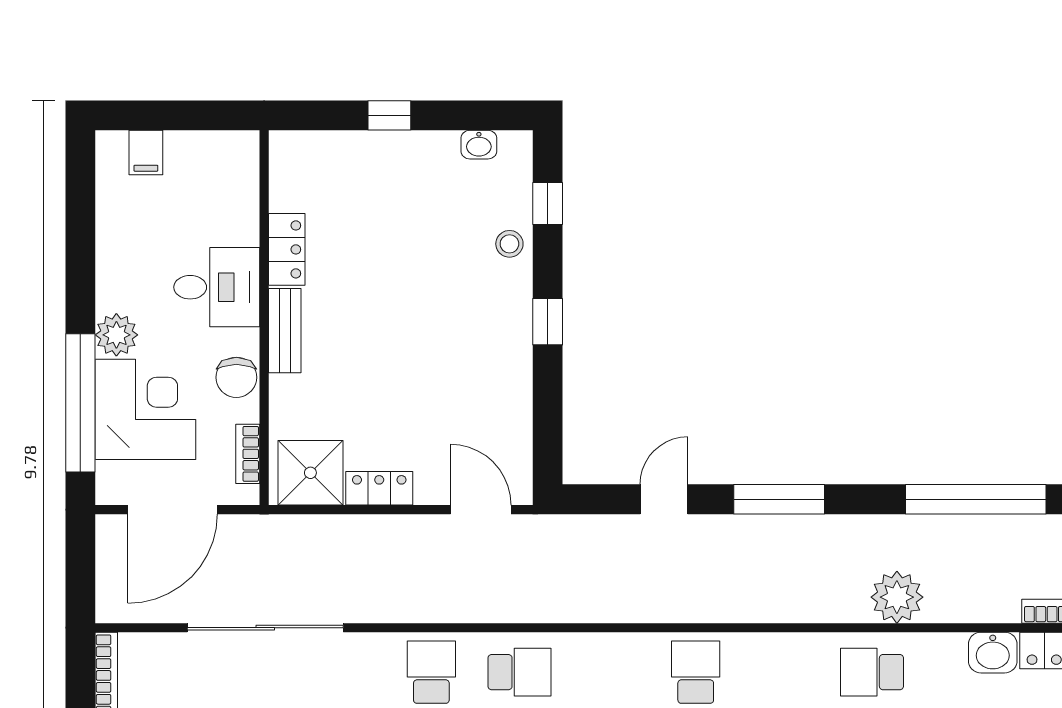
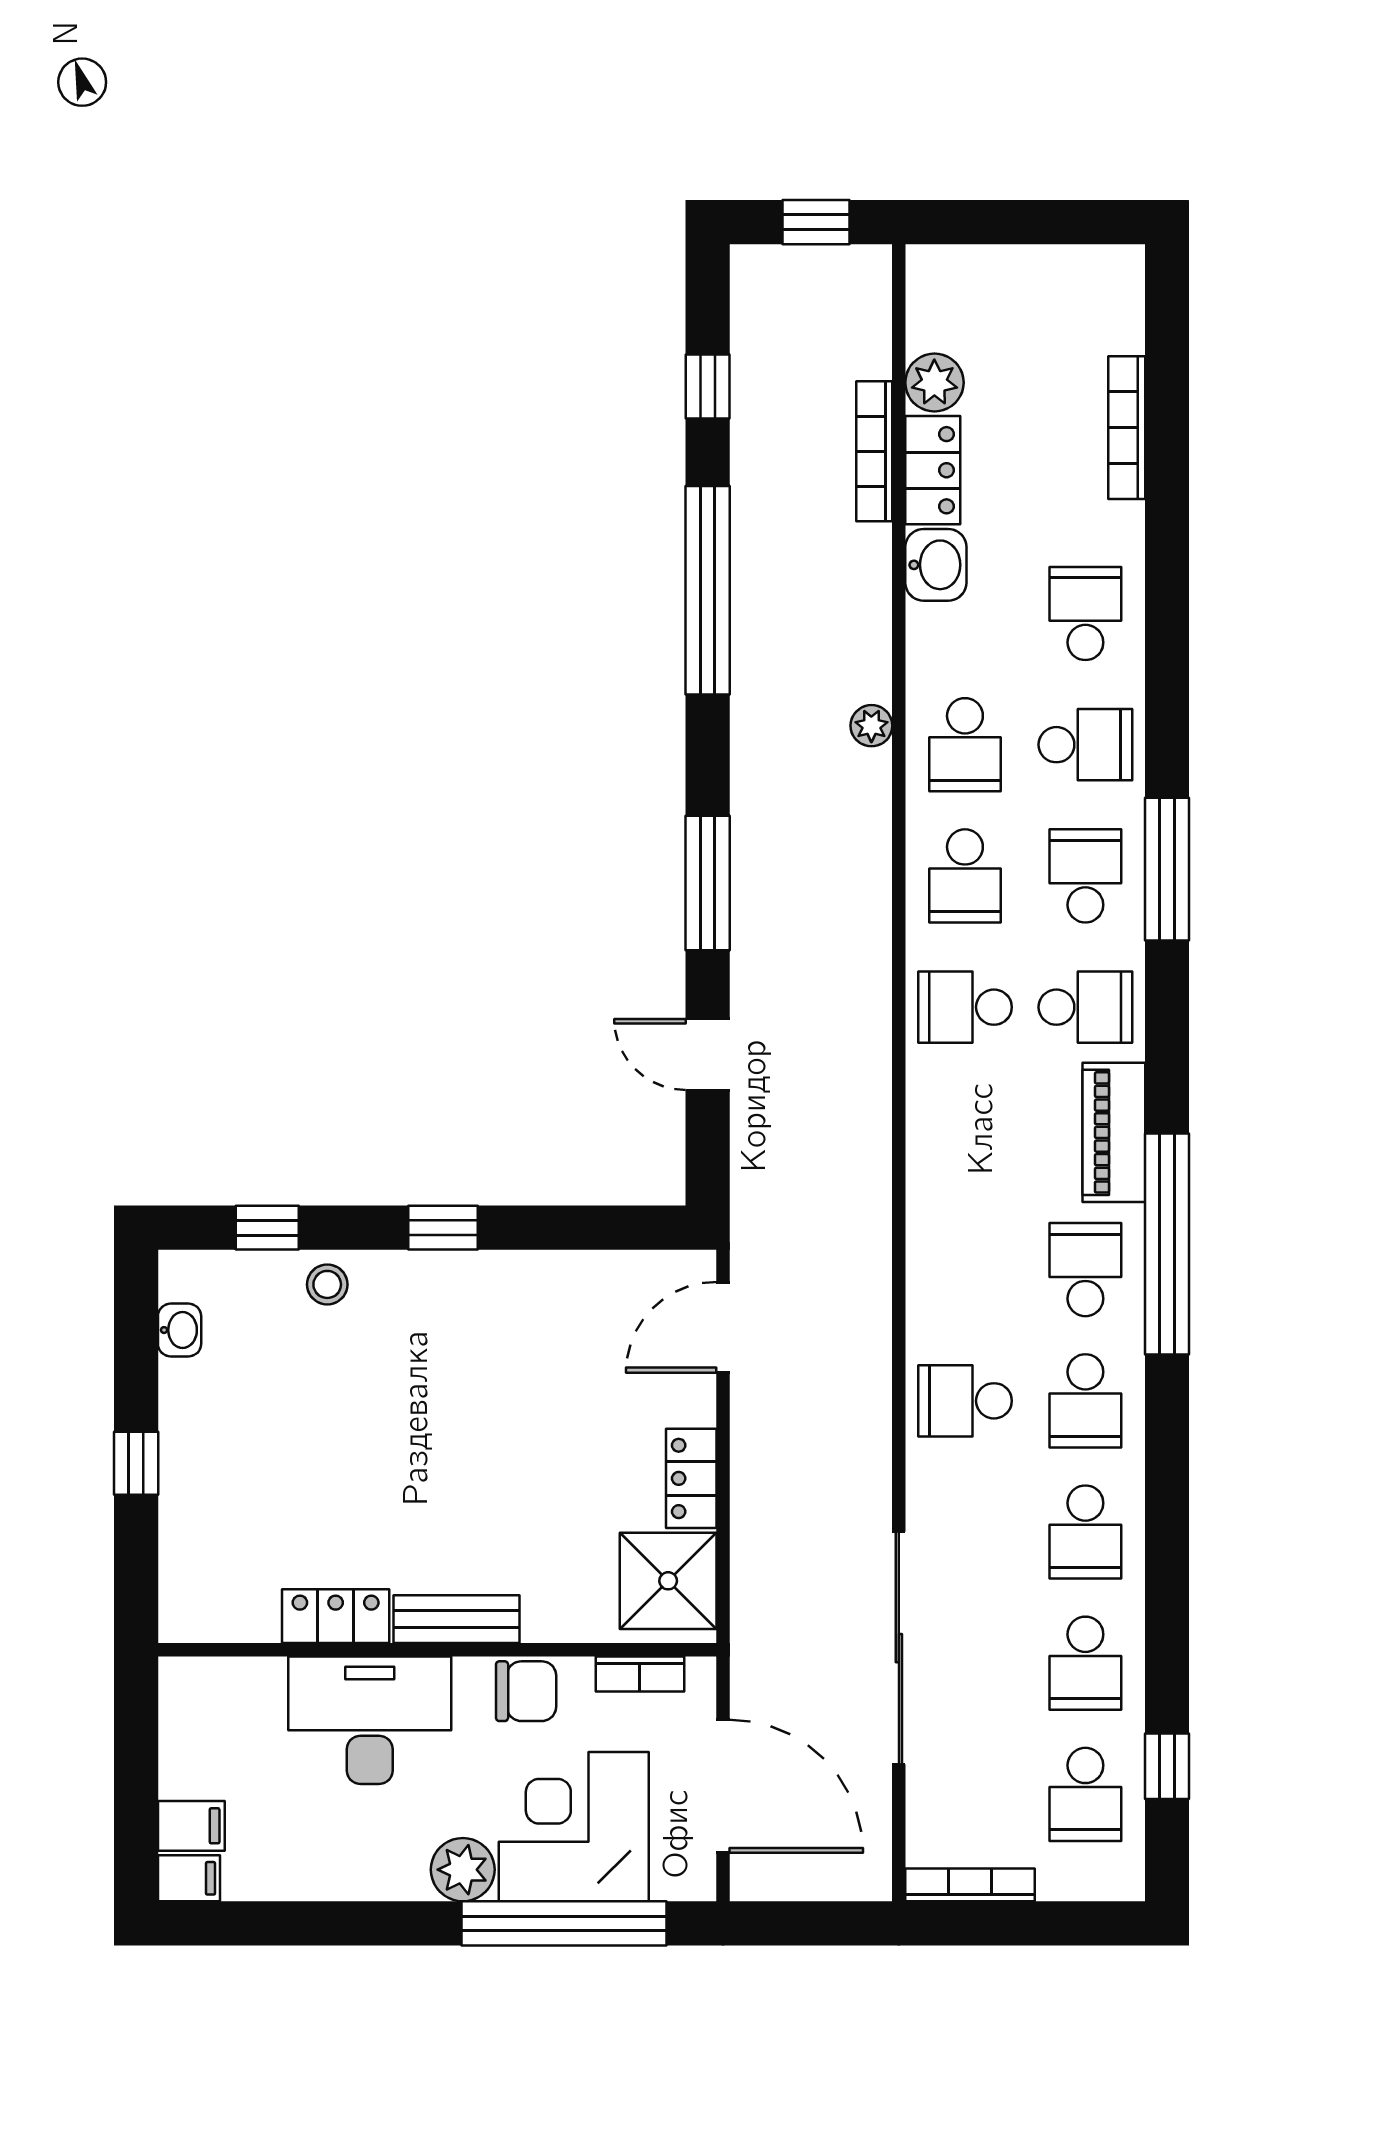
filing cabinet: (111, 151) -> (189, 1878), added
desk: (217, 287) -> (370, 1720), width x1.37
plant: (897, 597) -> (871, 726), width x0.53, depth x0.53
school desk: (519, 672) -> (965, 876), moved, turned 180

